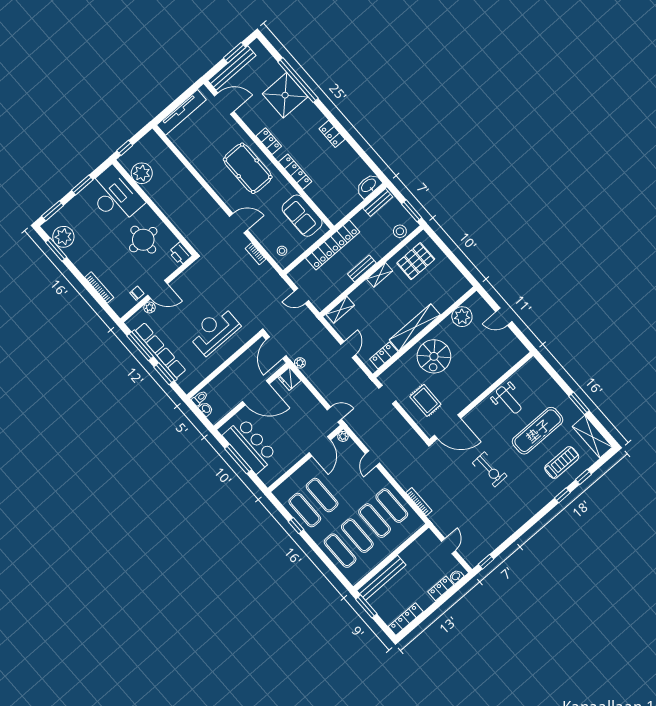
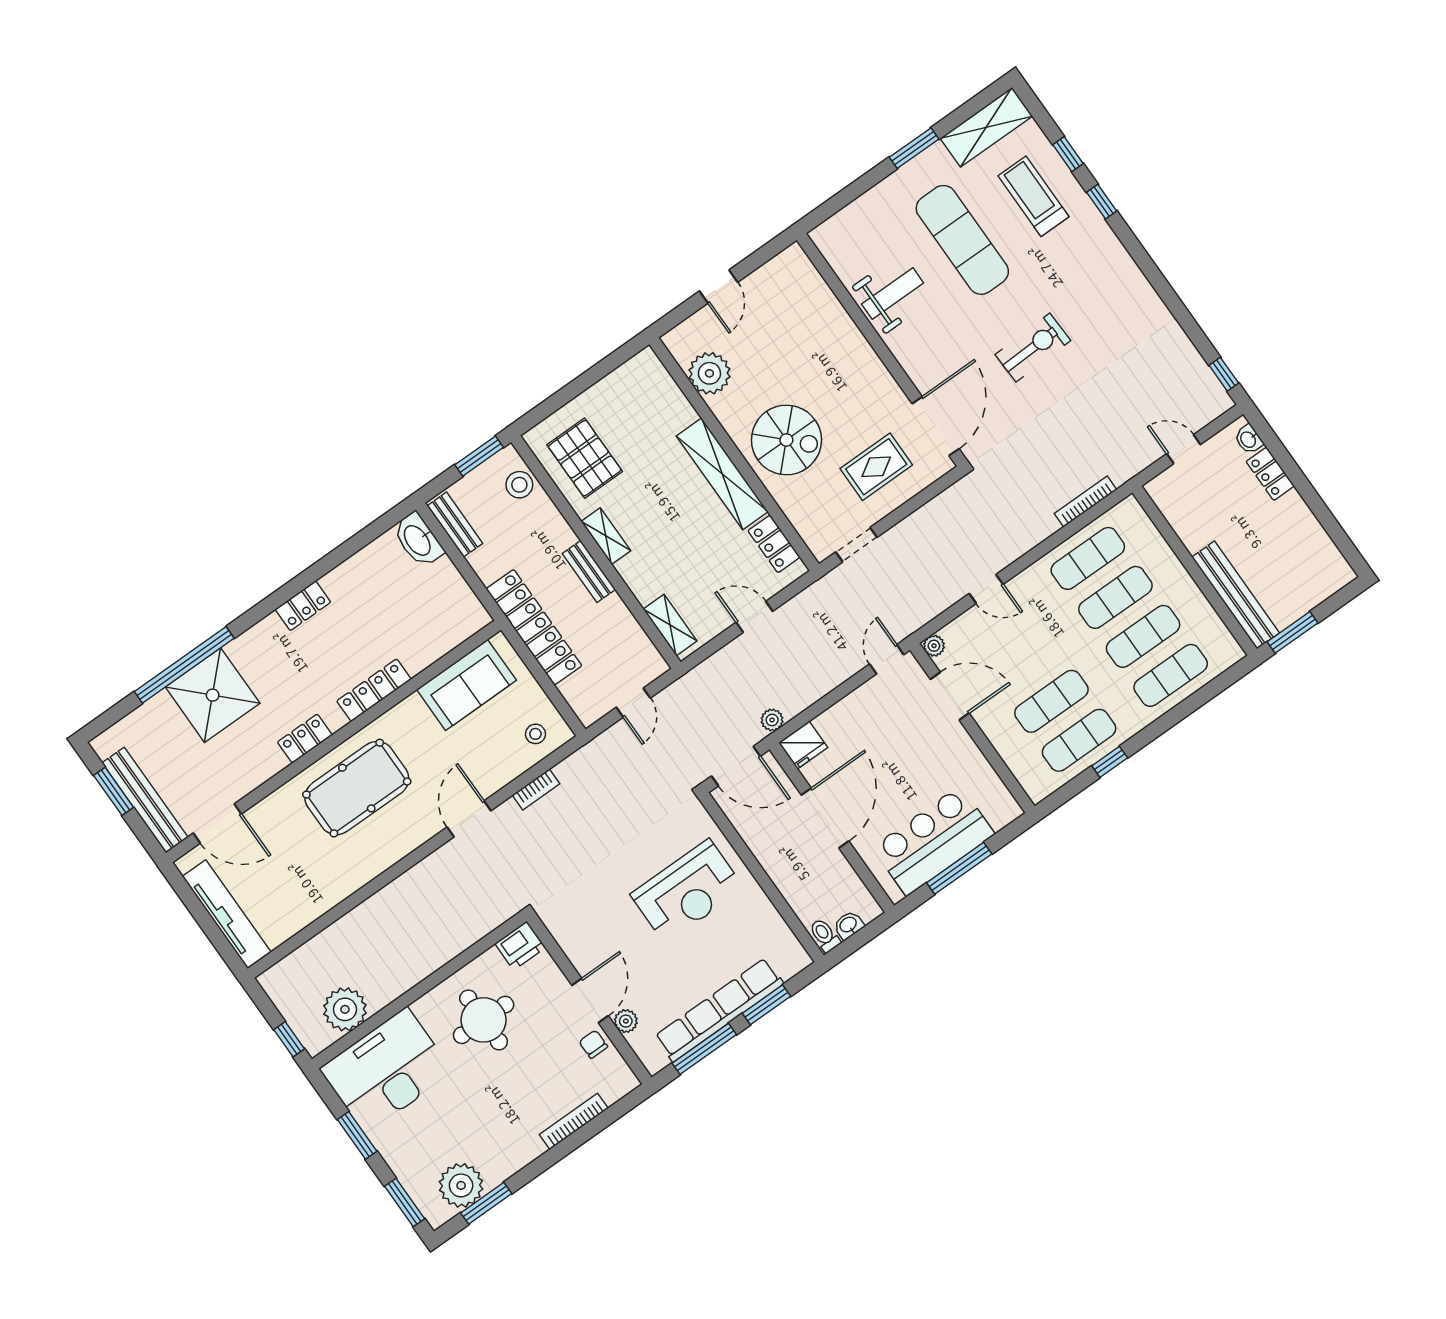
door: (224, 104) -> (217, 824), swing flipped
reception desk: (214, 331) -> (687, 891), turned -90
locker: (406, 619) -> (1327, 553), removed

